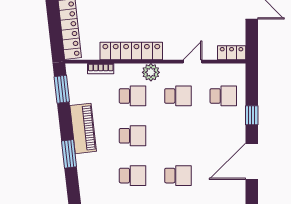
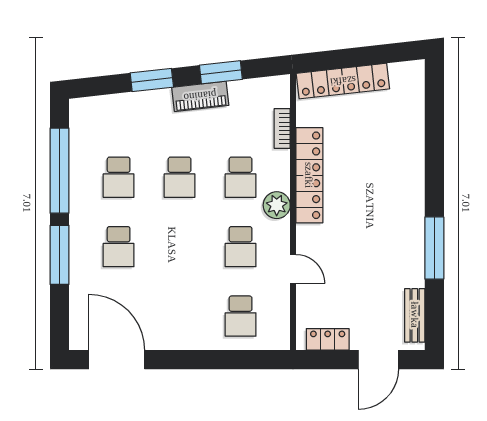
locker: (232, 53) -> (328, 339), moved, turned -90
window: (62, 89) -> (221, 72), moved
window: (252, 115) -> (211, 360), removed
piano: (83, 128) -> (200, 96), width x0.73, depth x0.75
door: (252, 161) -> (117, 360), moved

